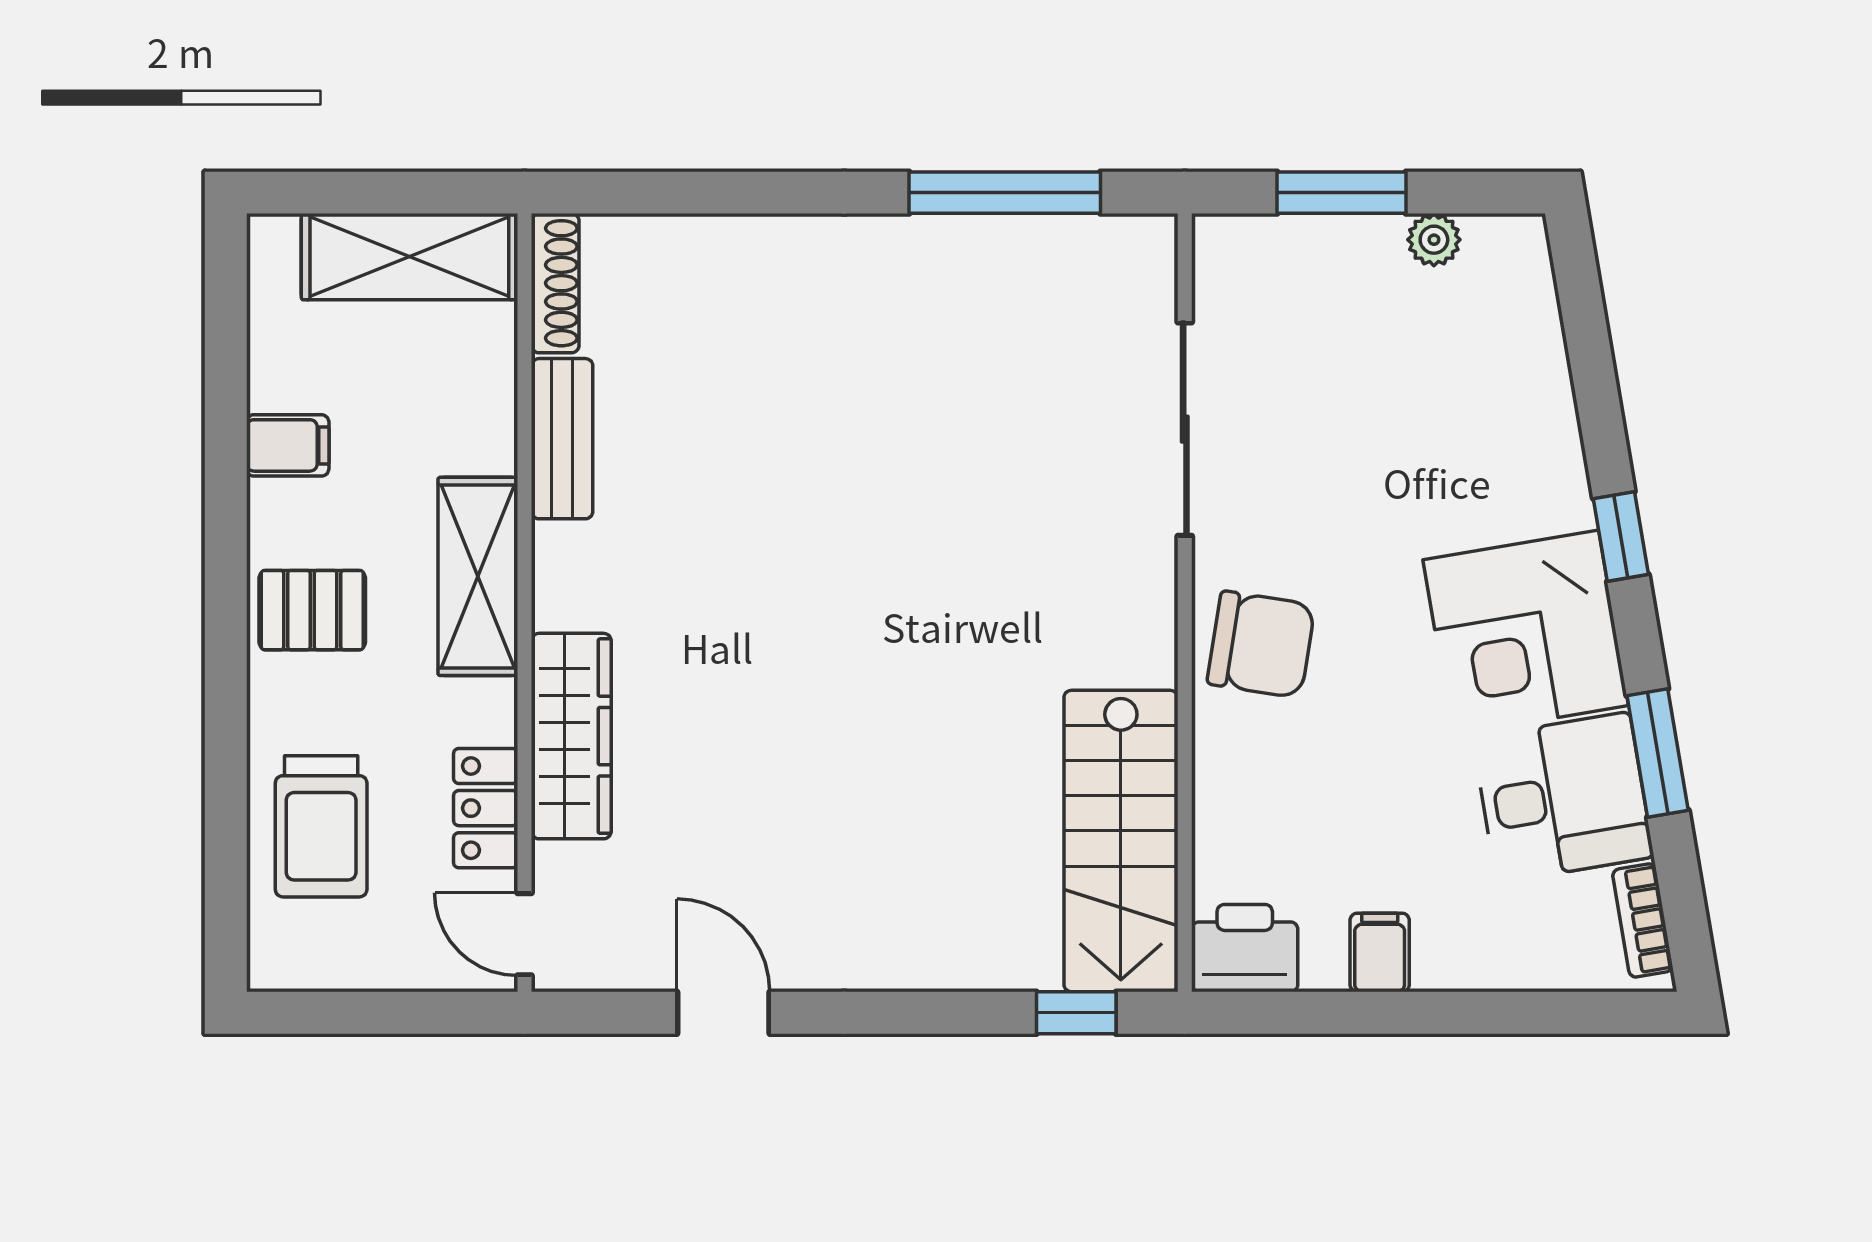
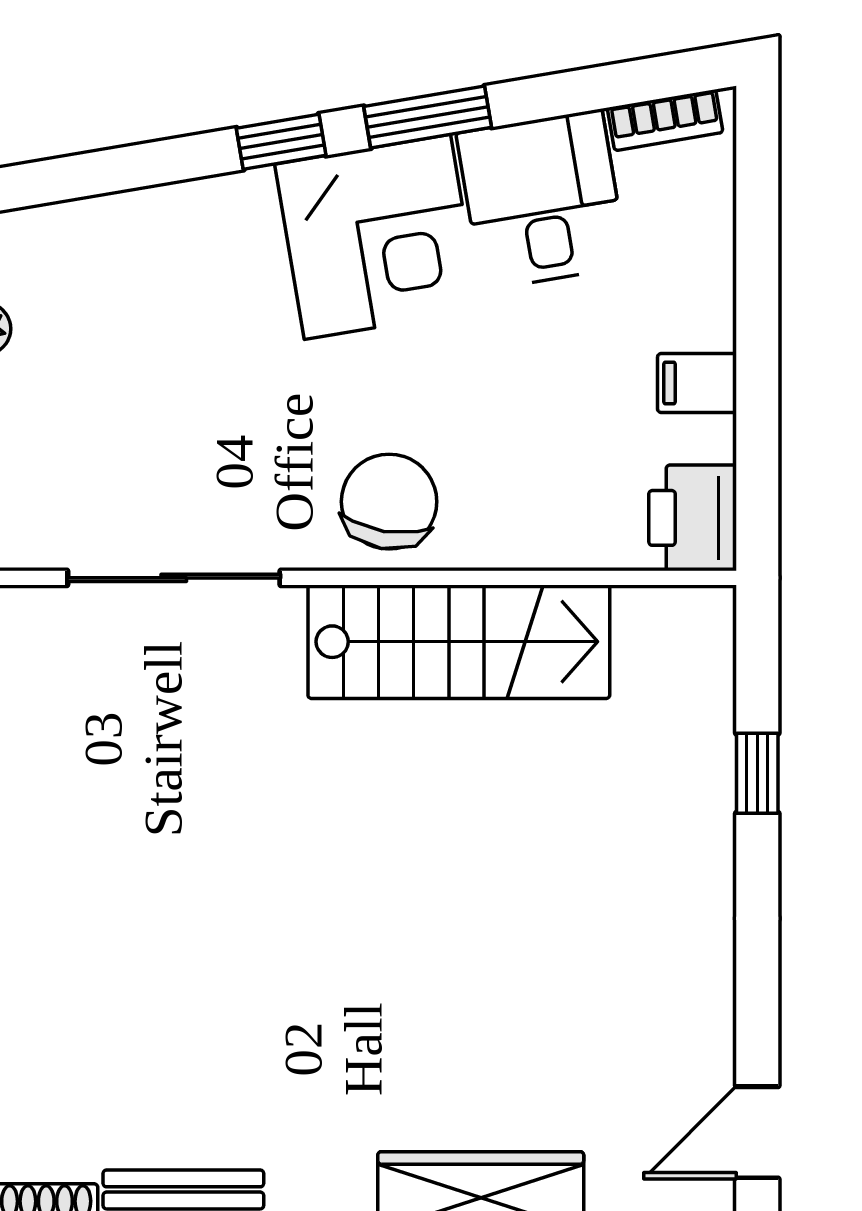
window: (1658, 753) -> (428, 117), moved
stairs: (1121, 841) -> (459, 642), moved
door: (723, 1013) -> (757, 1132), moved
window: (1076, 1013) -> (757, 773), moved

